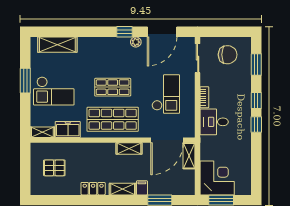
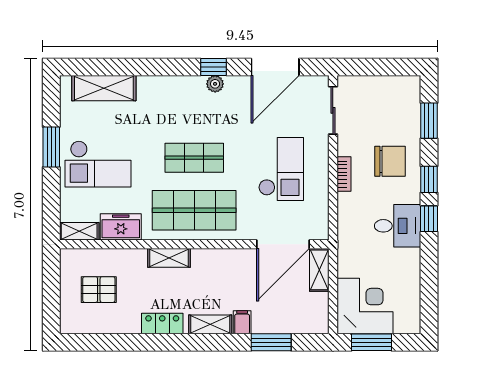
plant: (136, 42) -> (215, 84), moved
chair: (228, 55) -> (390, 161), moved
desk: (214, 122) -> (398, 226), moved, turned 180
shelving: (129, 148) -> (169, 258), moved

